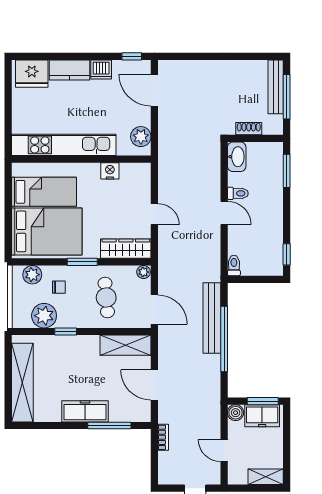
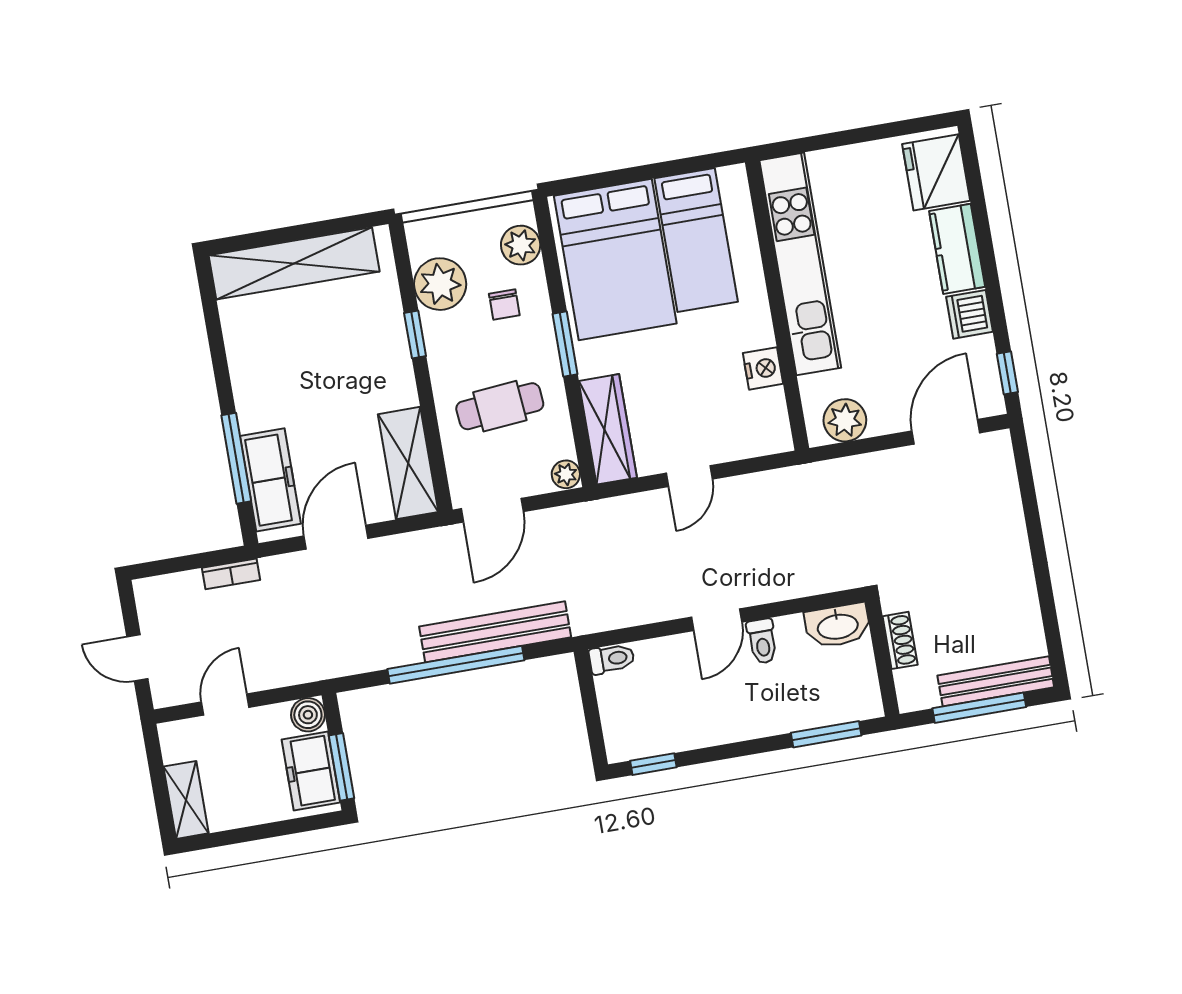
freezer: (85, 411) -> (270, 480), moved

